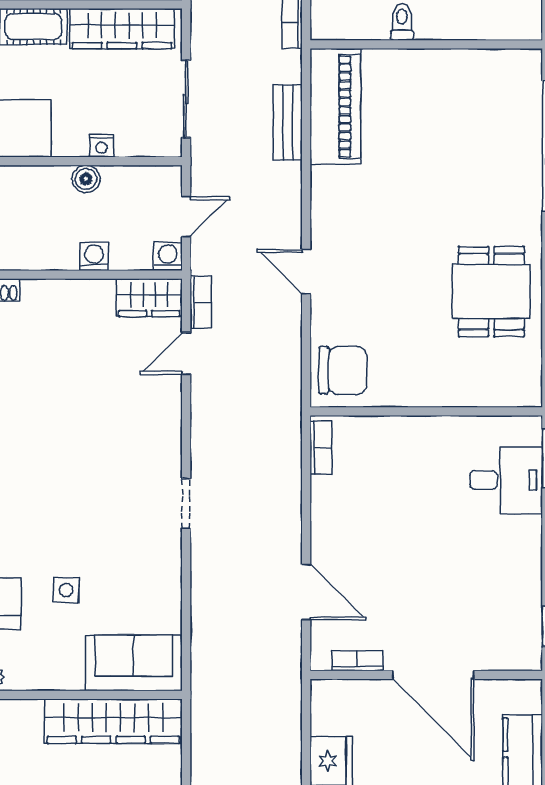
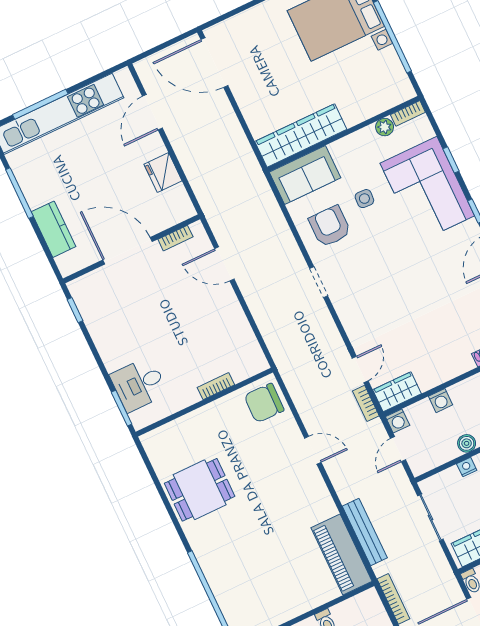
bench: (288, 122) -> (365, 532), width x1.36
dining table: (491, 292) -> (200, 490), turned 90
bookcase: (321, 447) -> (216, 386), moved, turned 90
armchair: (133, 574) -> (330, 226), added

